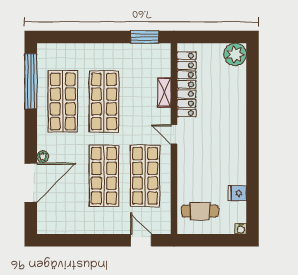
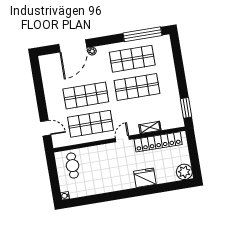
door: (31, 183) -> (73, 46), hinge flipped
fridge: (237, 193) -> (145, 178), moved, width x1.88, depth x1.34
door: (141, 240) -> (46, 128), hinge flipped

